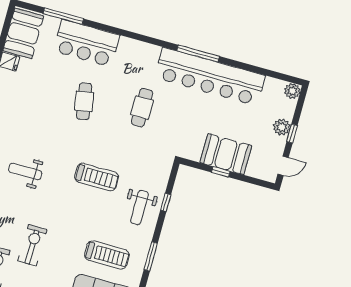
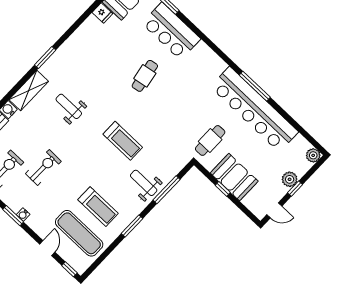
cafe table: (142, 108) -> (210, 140), moved
window: (166, 202) -> (167, 190), width x2.17
weight bench: (139, 208) -> (144, 183), turned 90

